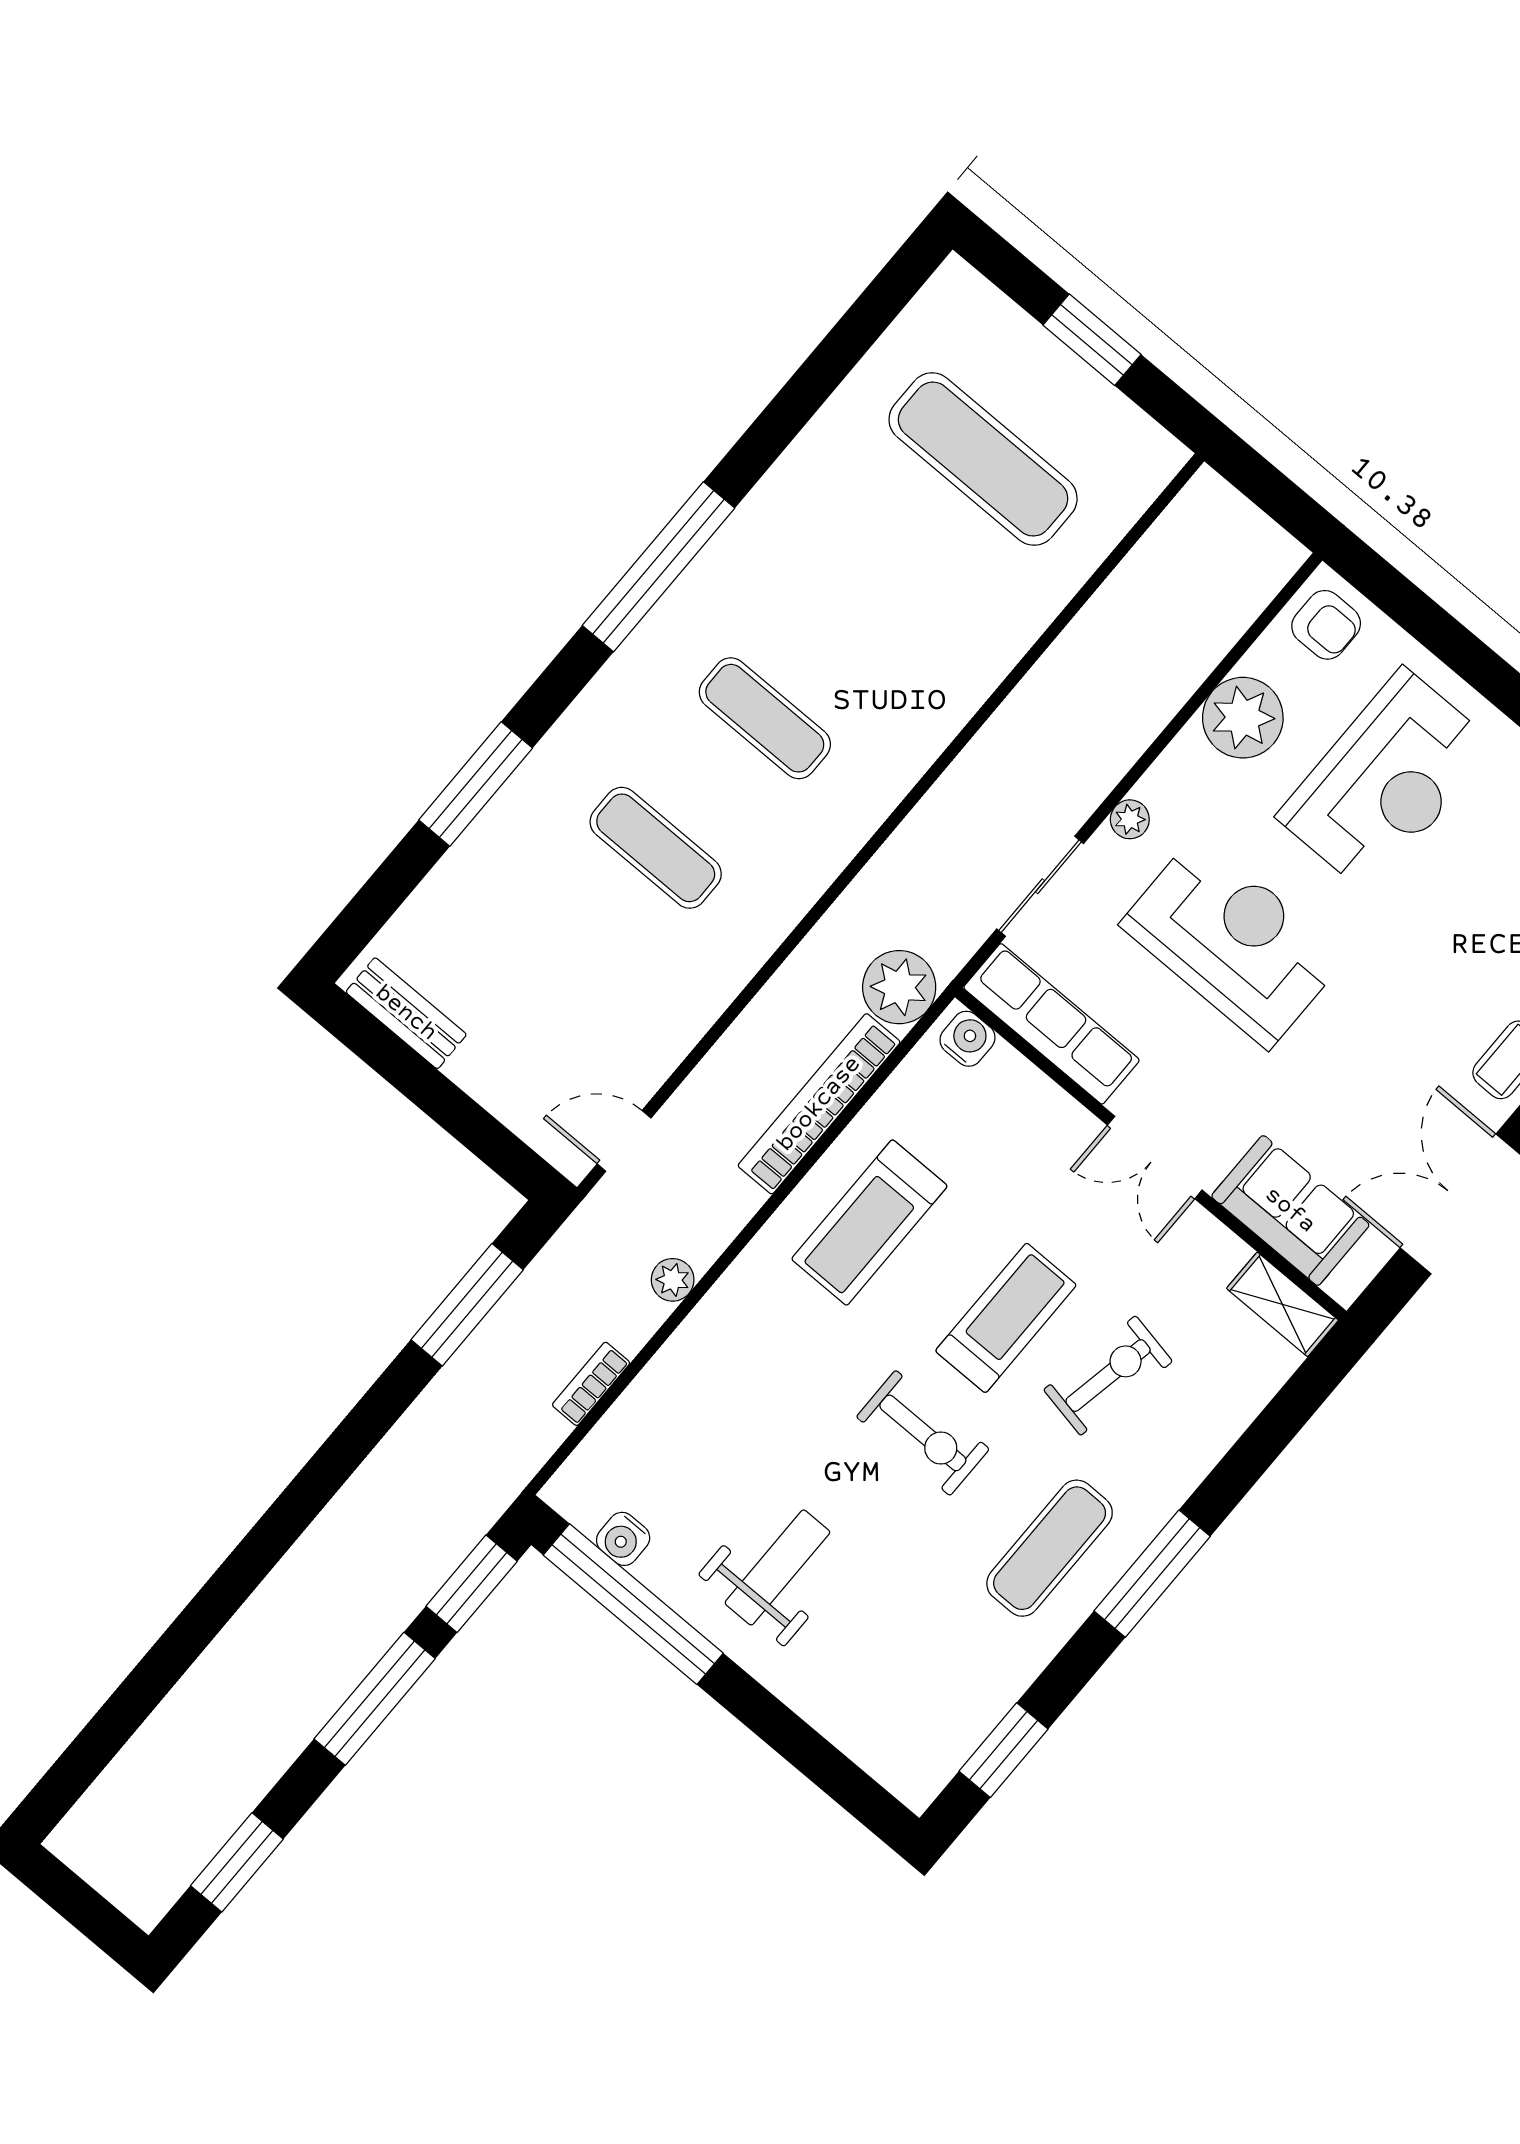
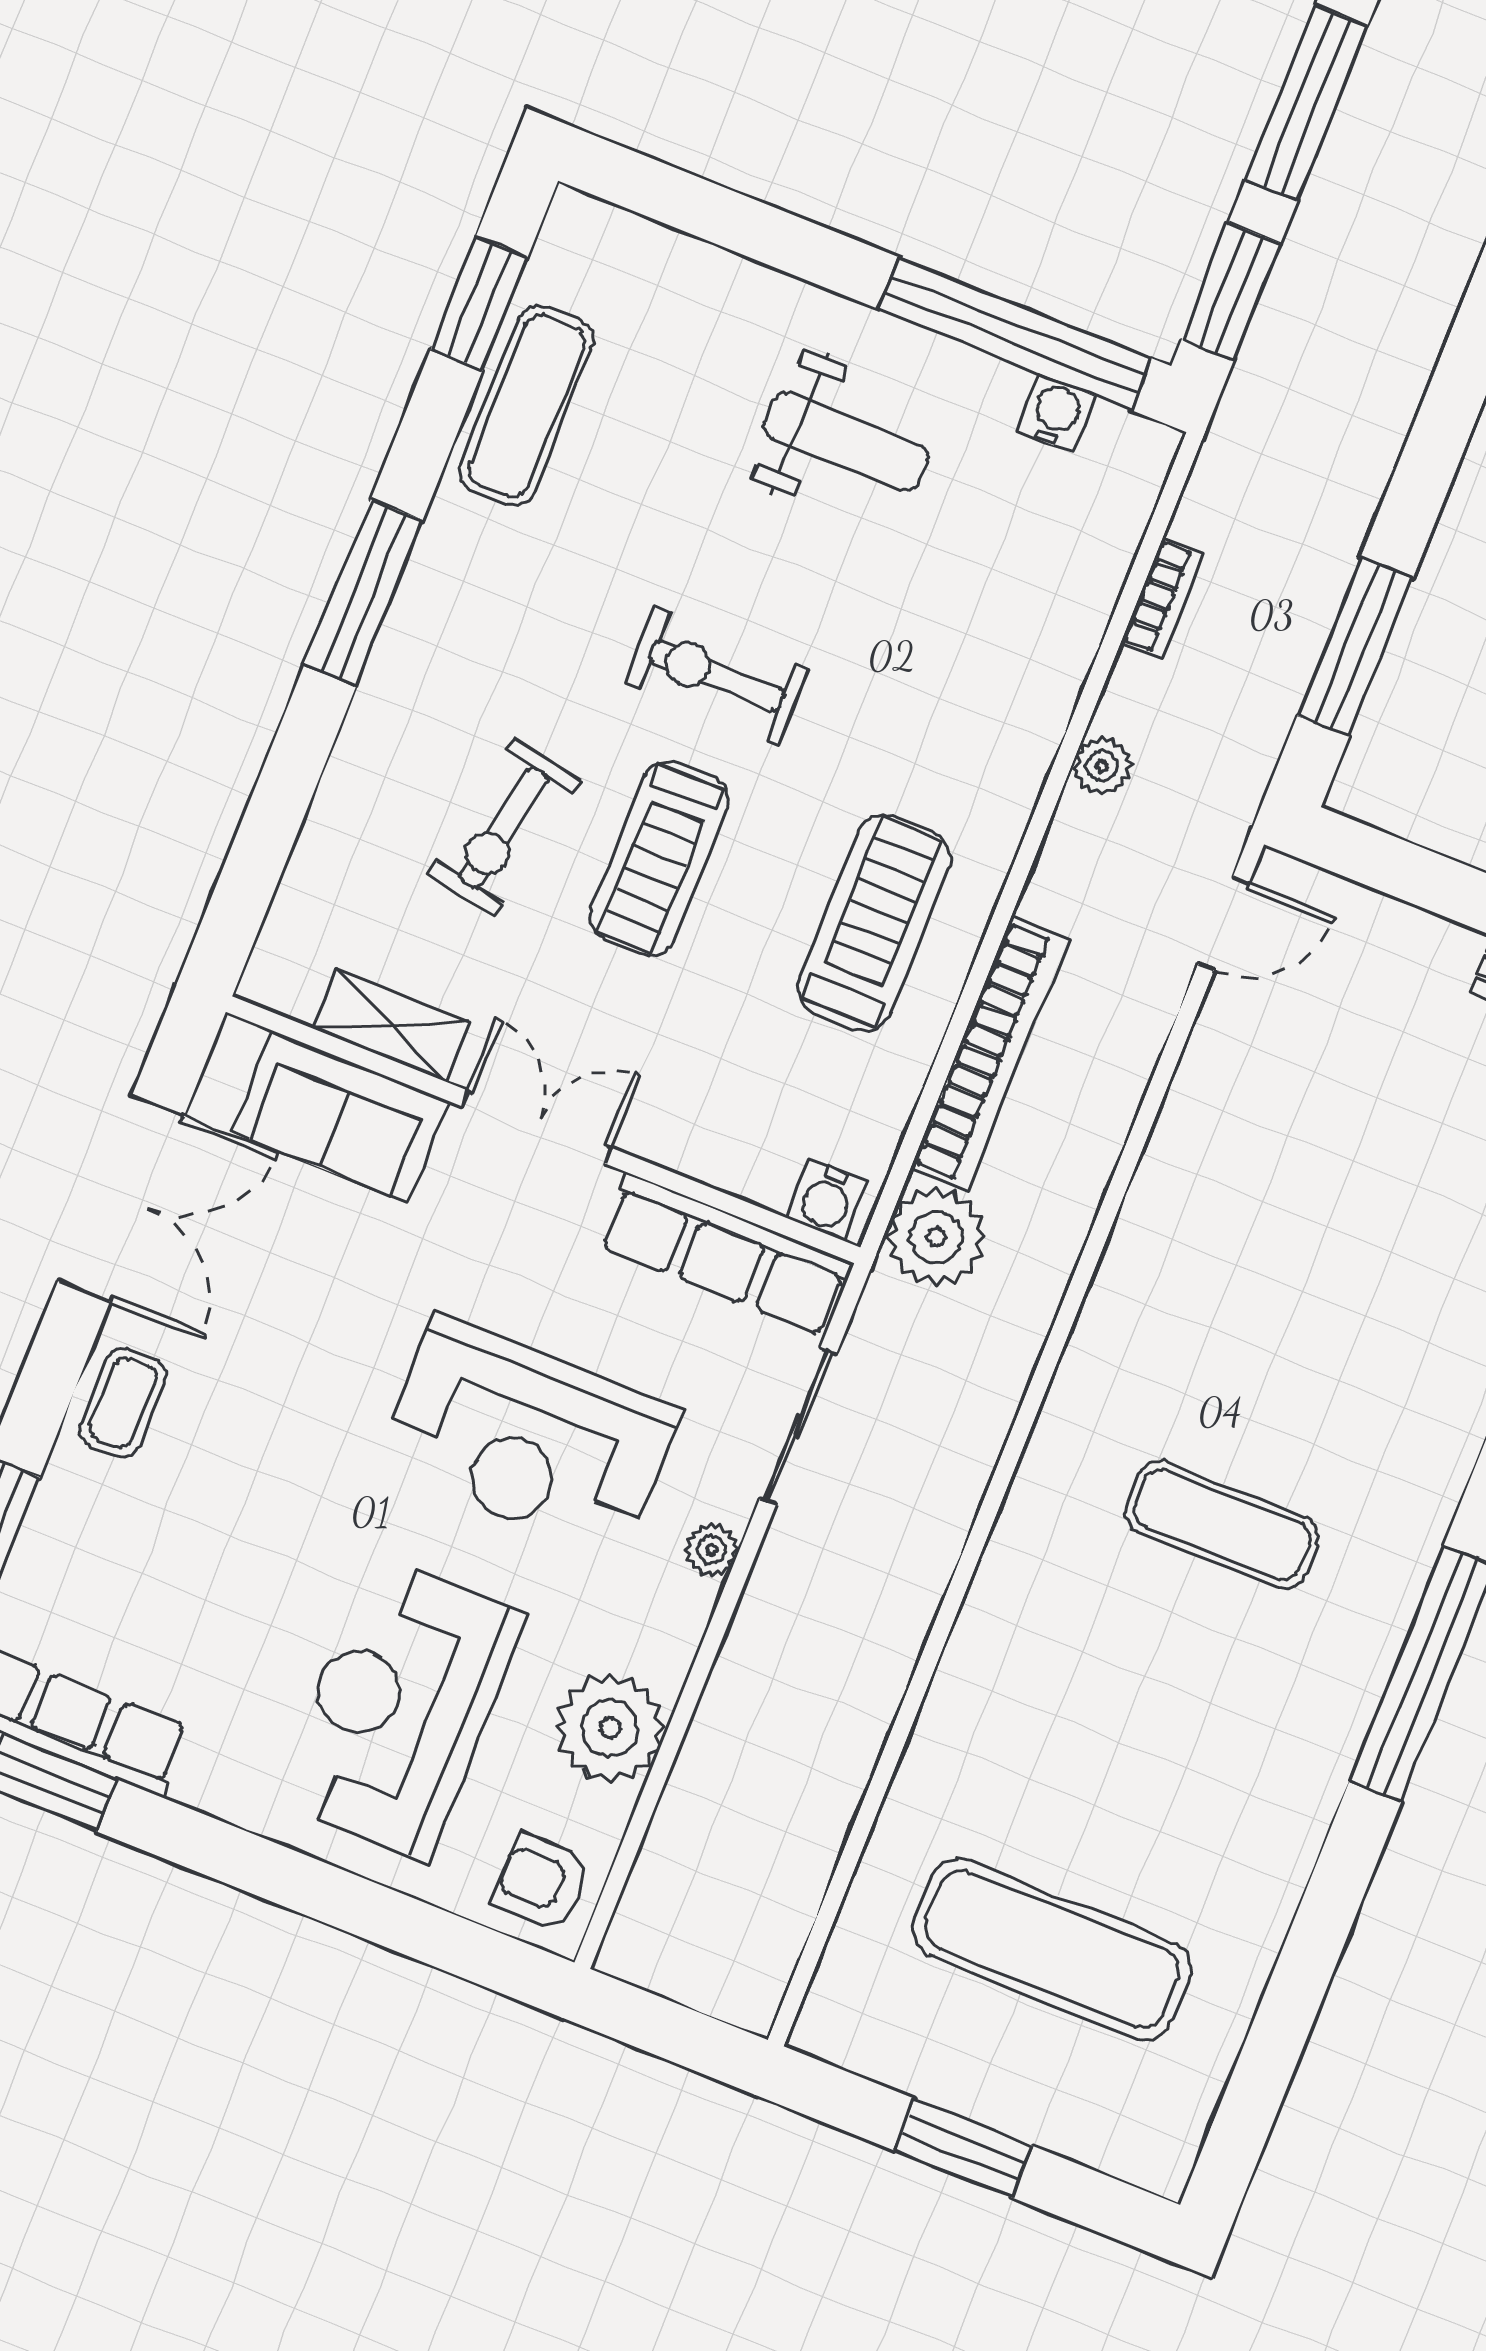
exercise mat: (656, 848) -> (1307, 1312), removed
shelving: (1282, 1304) -> (391, 1025), moved
exercise mat: (1050, 1548) -> (527, 406), moved
weight bench: (777, 1567) -> (846, 442), turned -90

